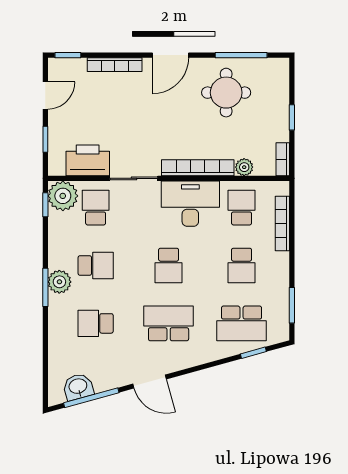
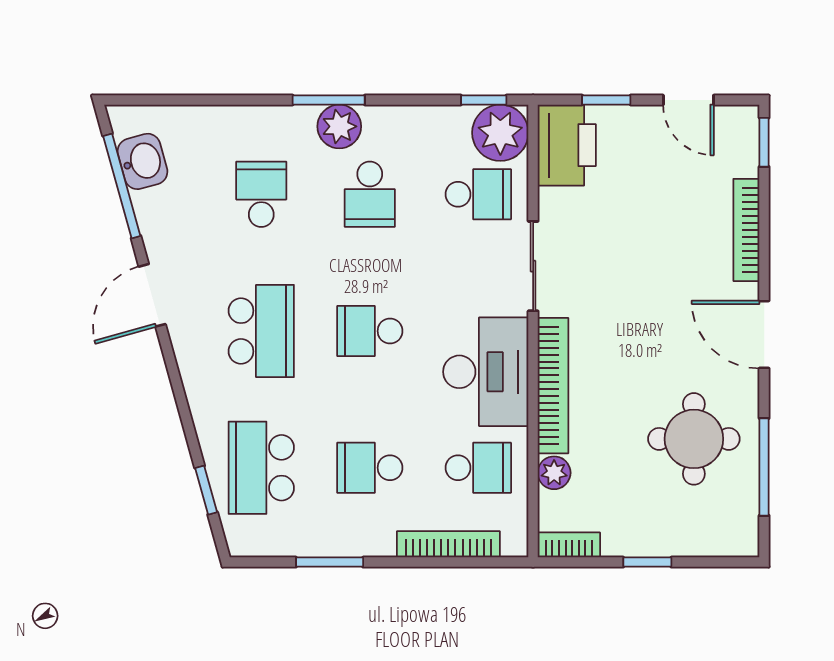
printer: (88, 160) -> (567, 145), moved
window: (292, 305) -> (330, 562), moved

